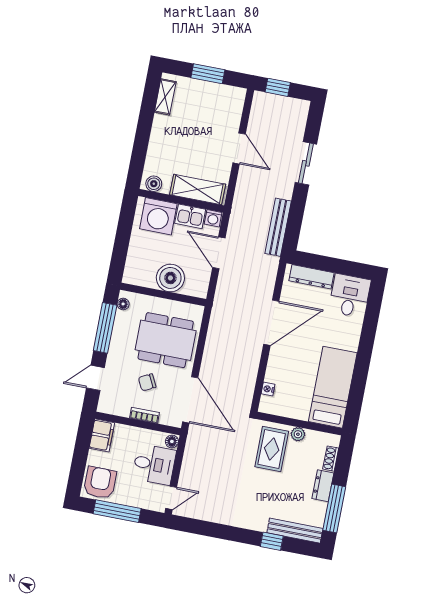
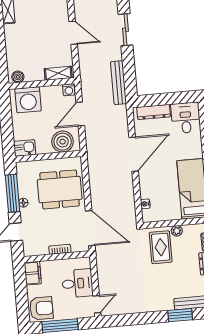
shelving: (198, 189) -> (58, 73), width x0.67, depth x0.75
kitchen sink: (190, 216) -> (25, 148), moved, turned 180
door: (219, 253) -> (80, 114), hinge flipped
boiler: (170, 278) -> (63, 142), moved
floor lamp: (123, 304) -> (23, 203), moved
chair: (147, 382) -> (55, 224), removed
floor lamp: (172, 441) -> (86, 263), removed
armchair: (100, 483) -> (41, 308), turned 90
window: (272, 541) -> (180, 315), width x1.50

